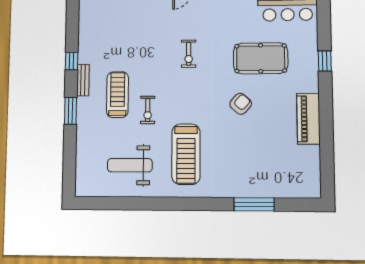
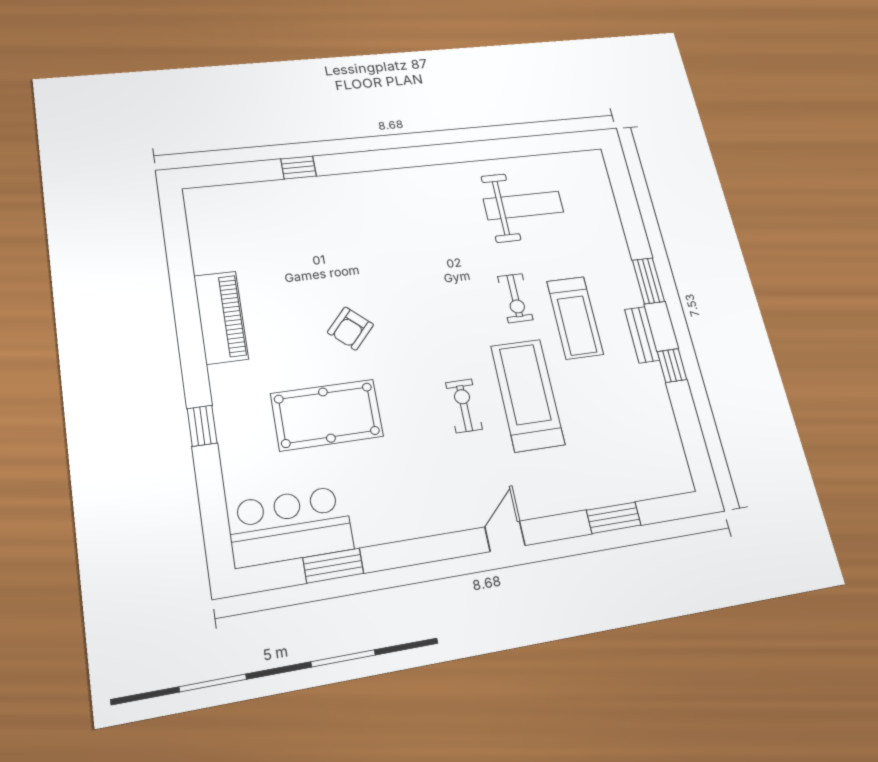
exercise bike: (148, 110) -> (515, 298), turned 180
treadmill: (186, 154) -> (528, 395), moved
window: (254, 204) -> (299, 167), width x0.46

